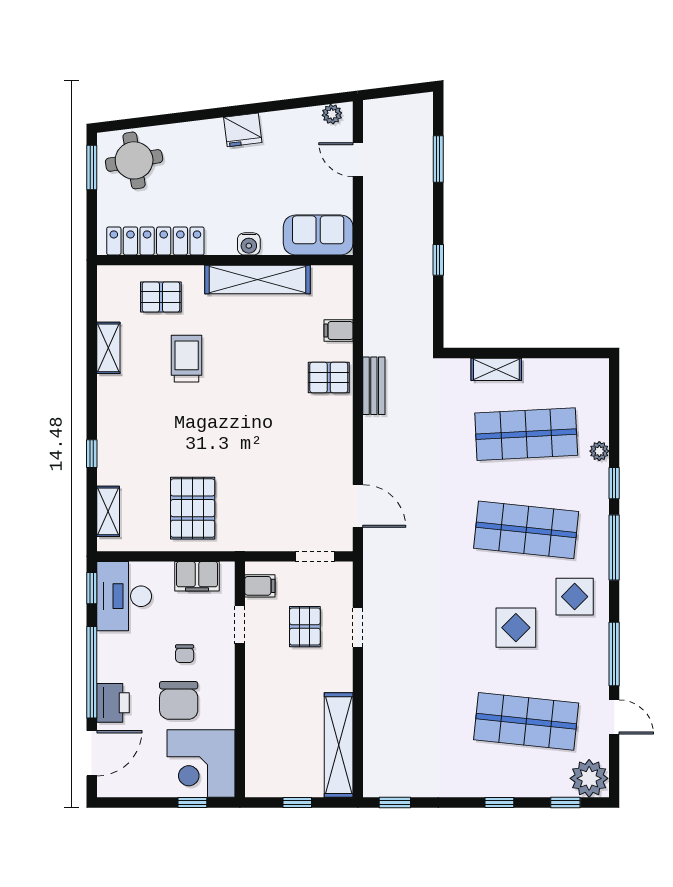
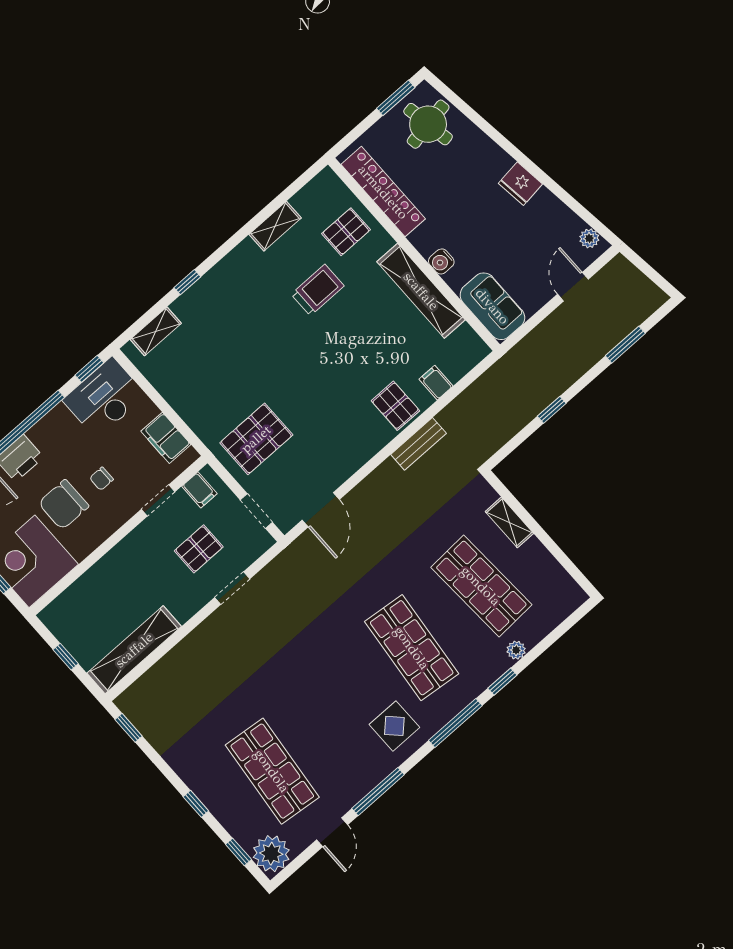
pallet: (161, 297) -> (346, 232), turned 90
pallet: (193, 508) -> (256, 439), moved
display table: (516, 628) -> (334, 703), removed

